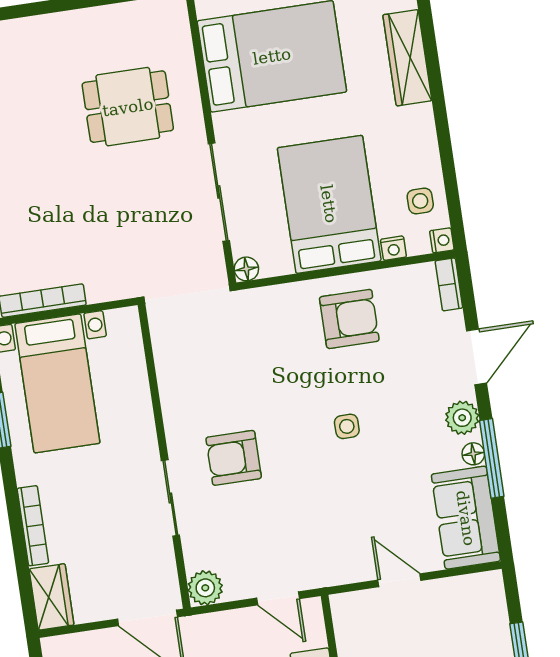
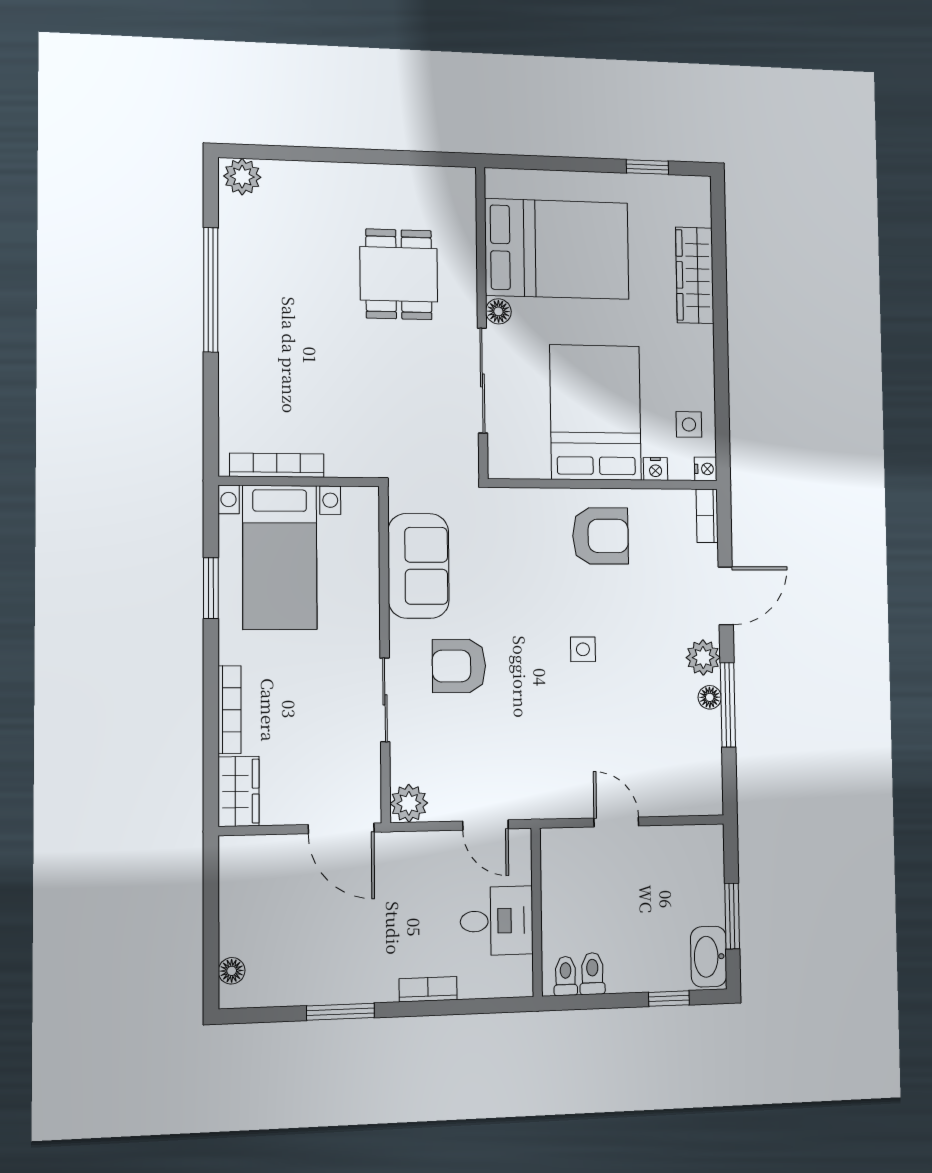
dining table: (128, 107) -> (399, 274), turned 90
floor lamp: (246, 269) -> (498, 311), moved
sofa: (466, 518) -> (418, 566), moved, turned 180

